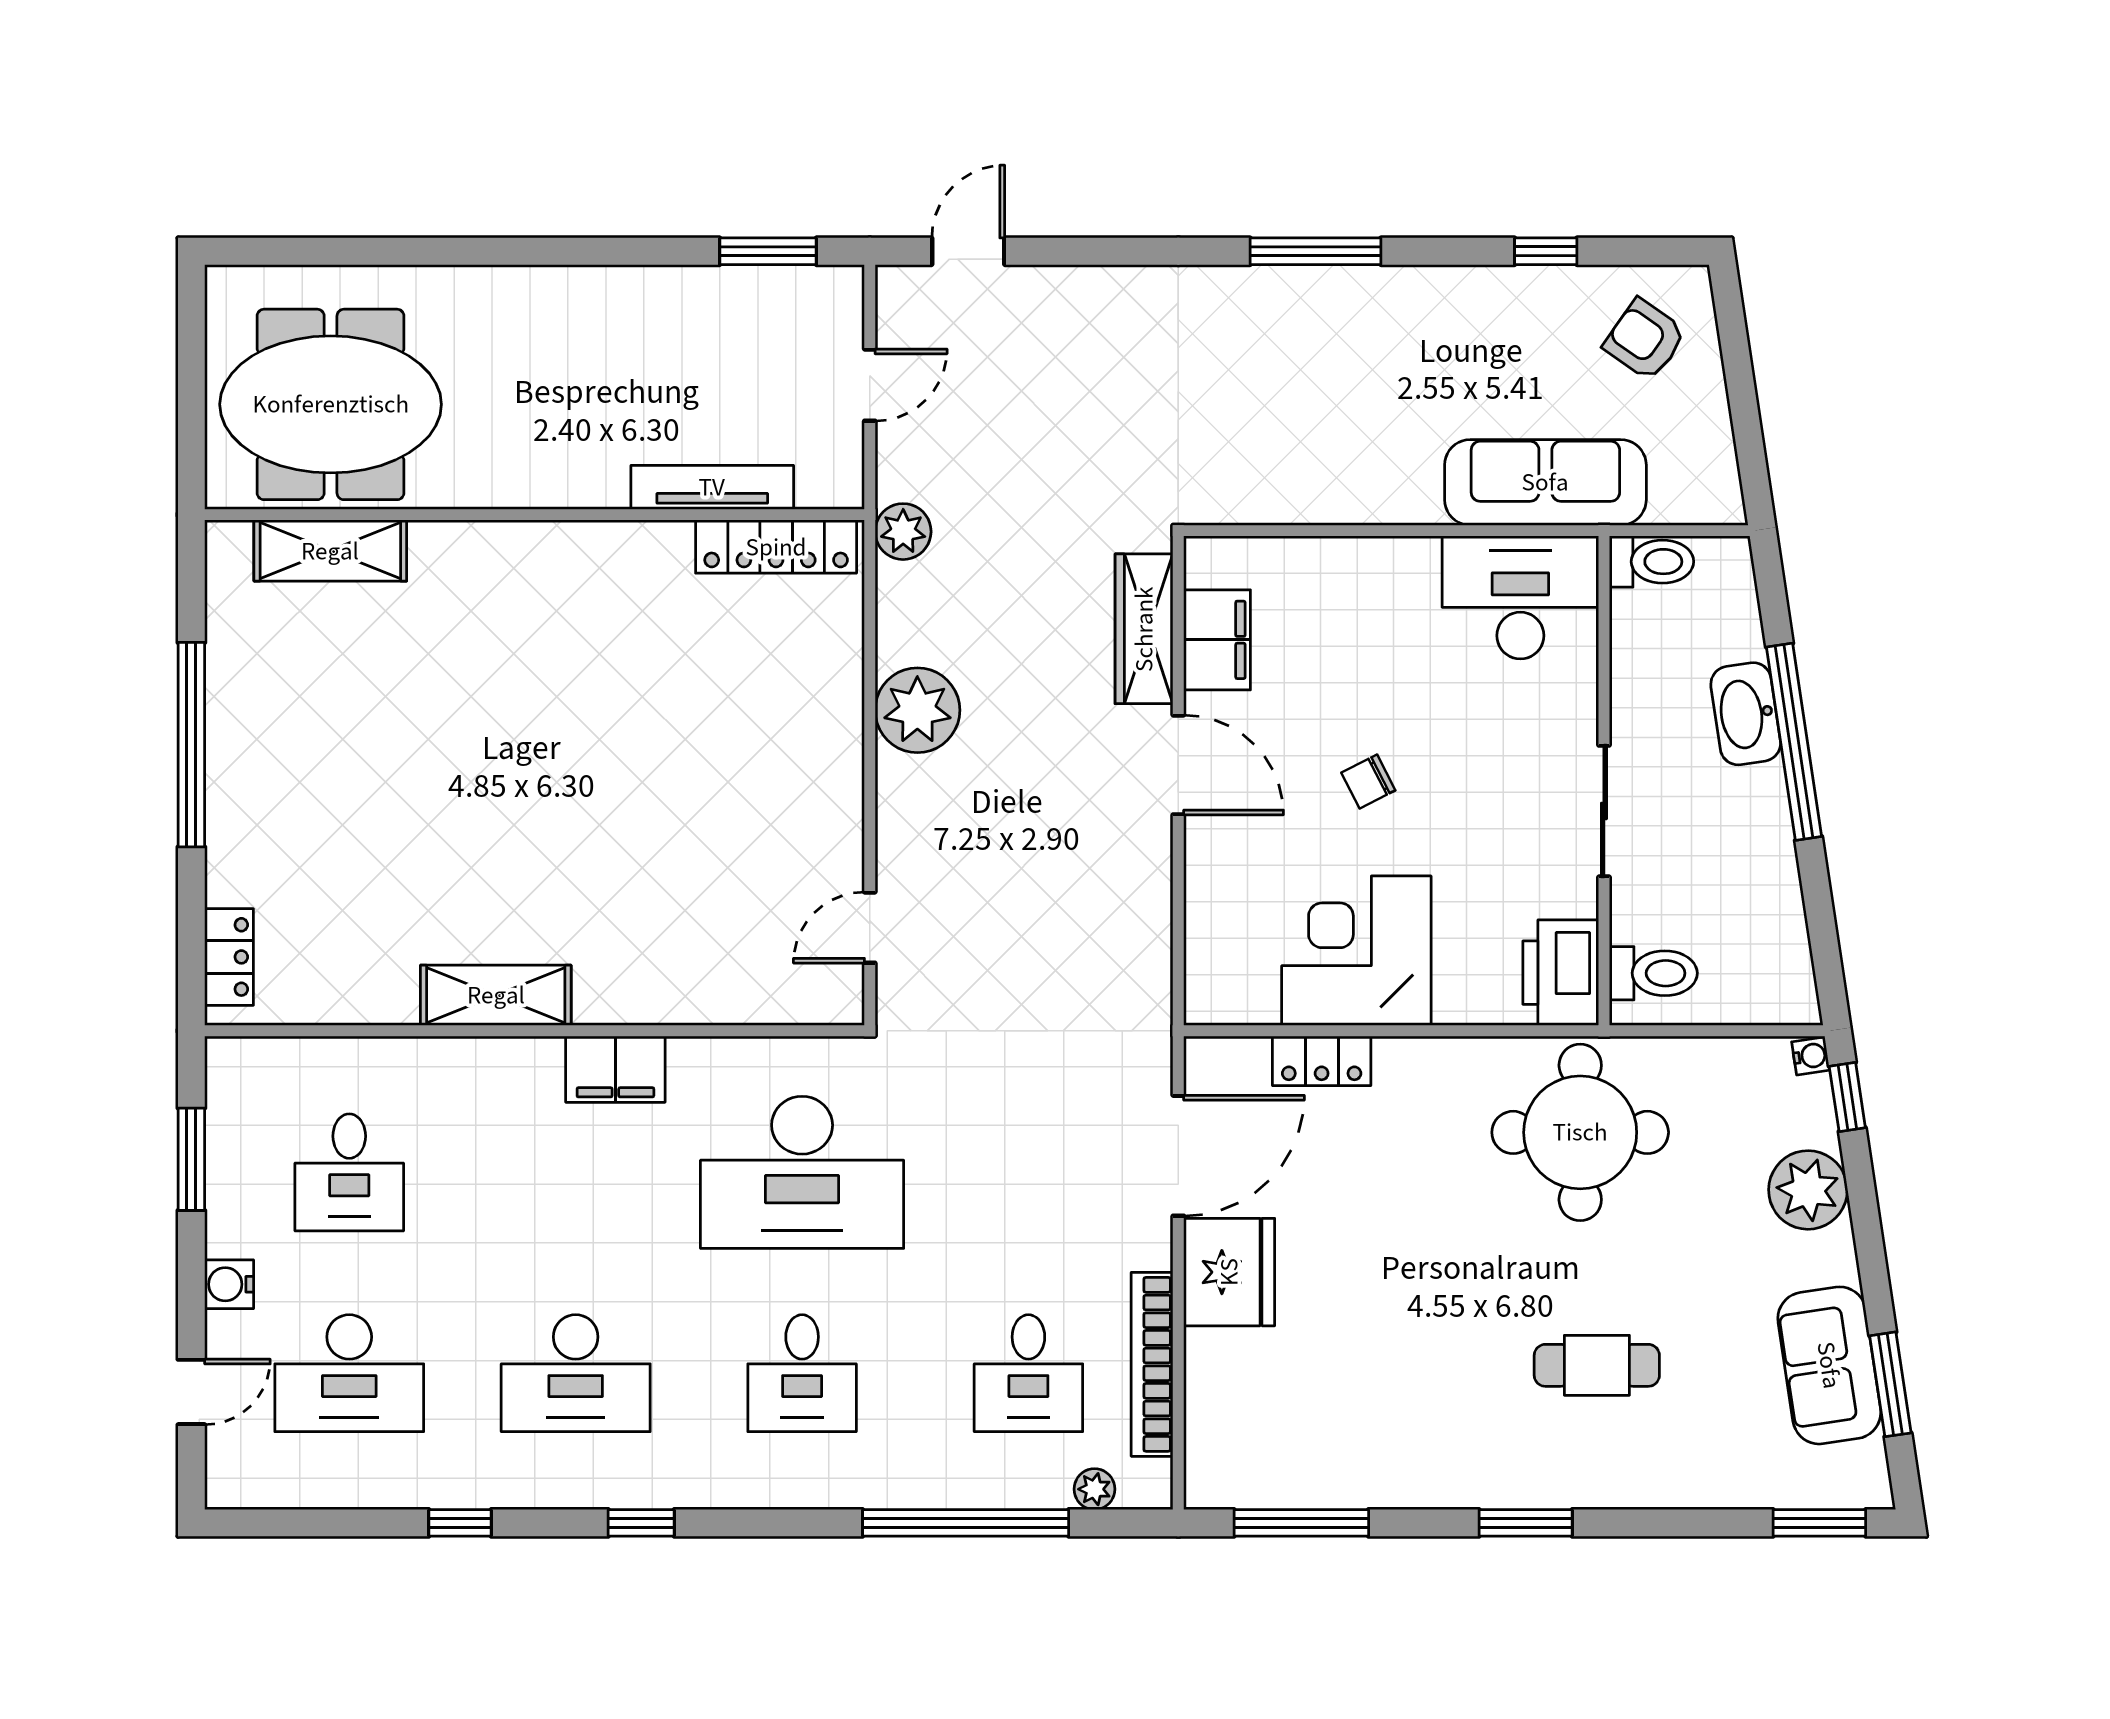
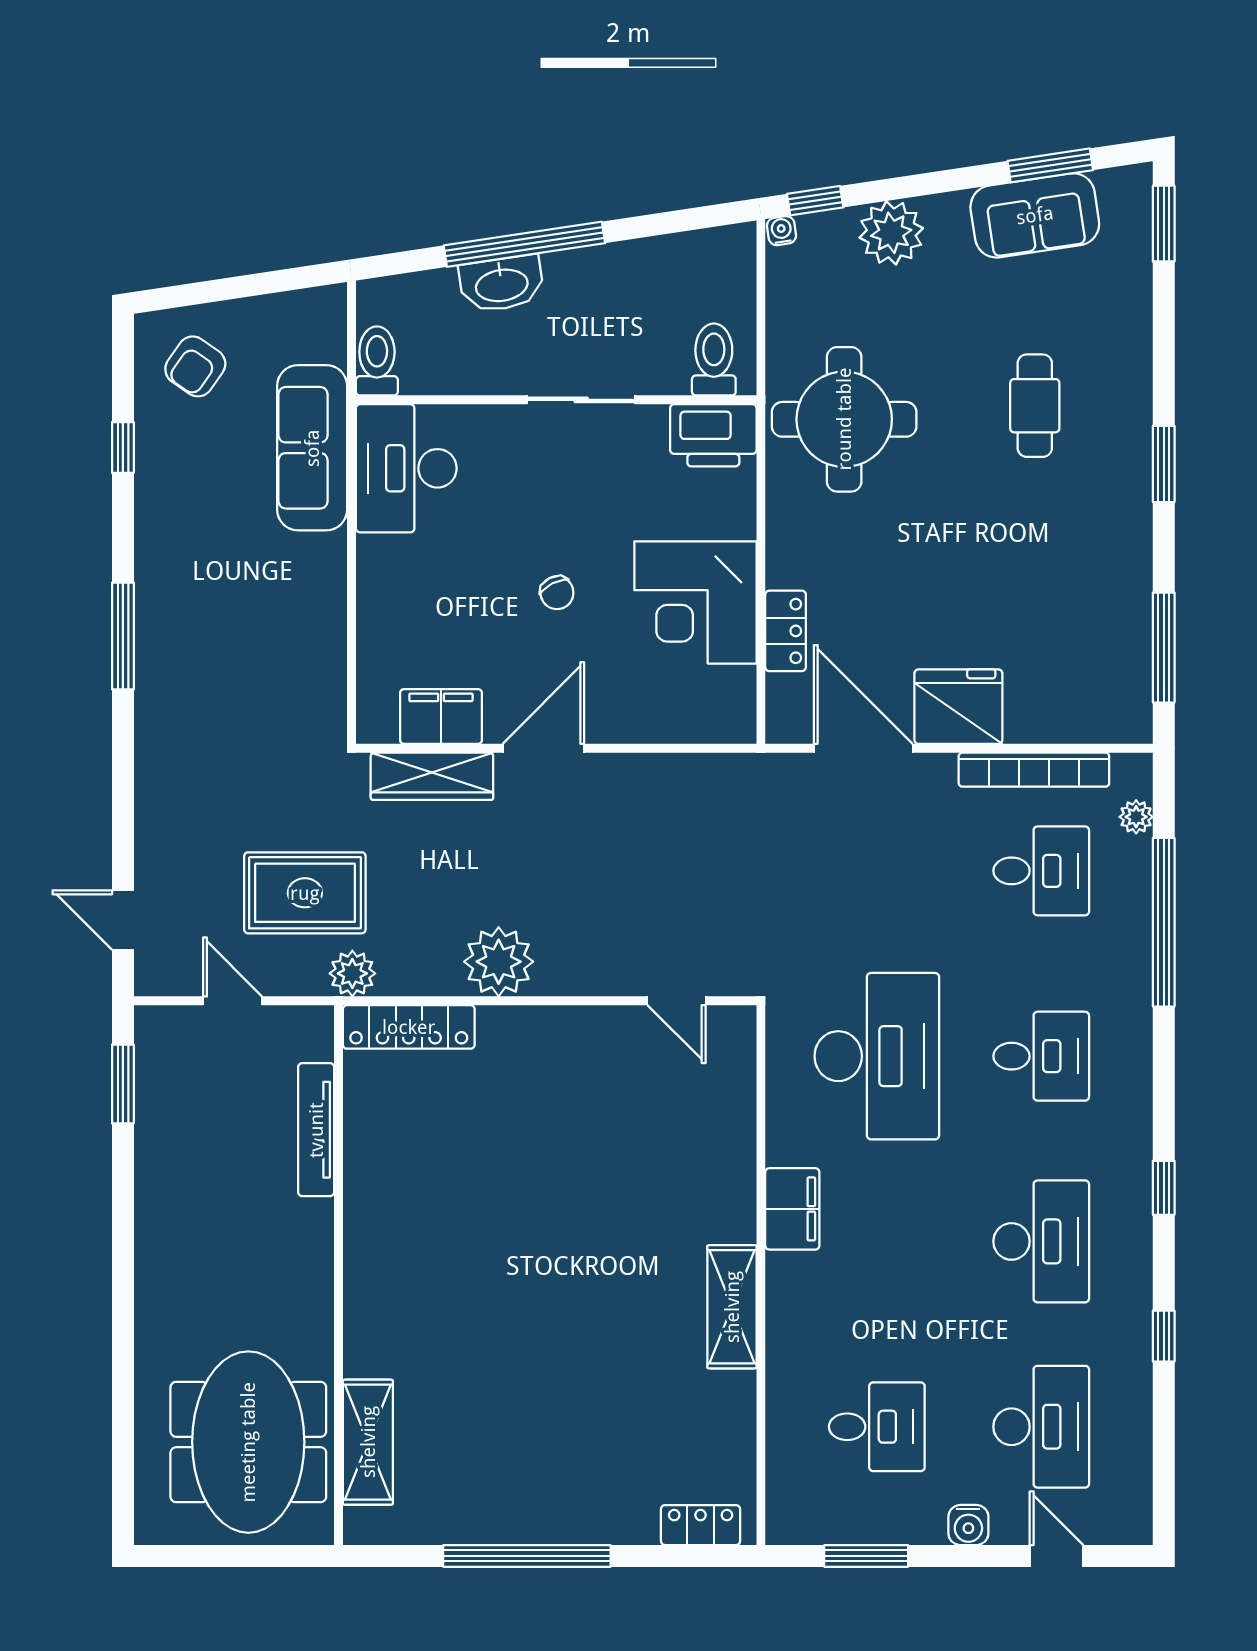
rug: (1002, 474) -> (305, 893), added
locker: (776, 547) -> (409, 1027), moved, turned 90

